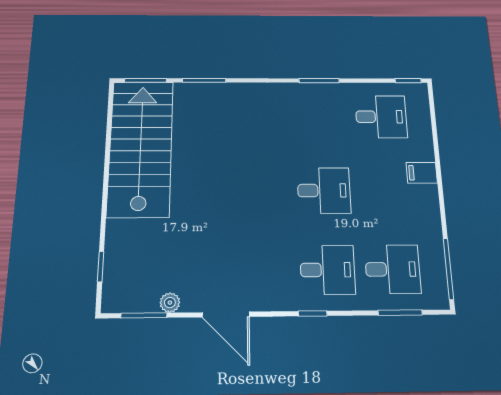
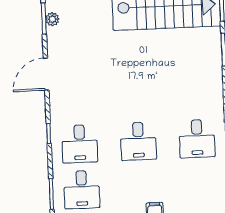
desk: (381, 117) -> (197, 139), moved
plant: (170, 303) -> (52, 19), moved

